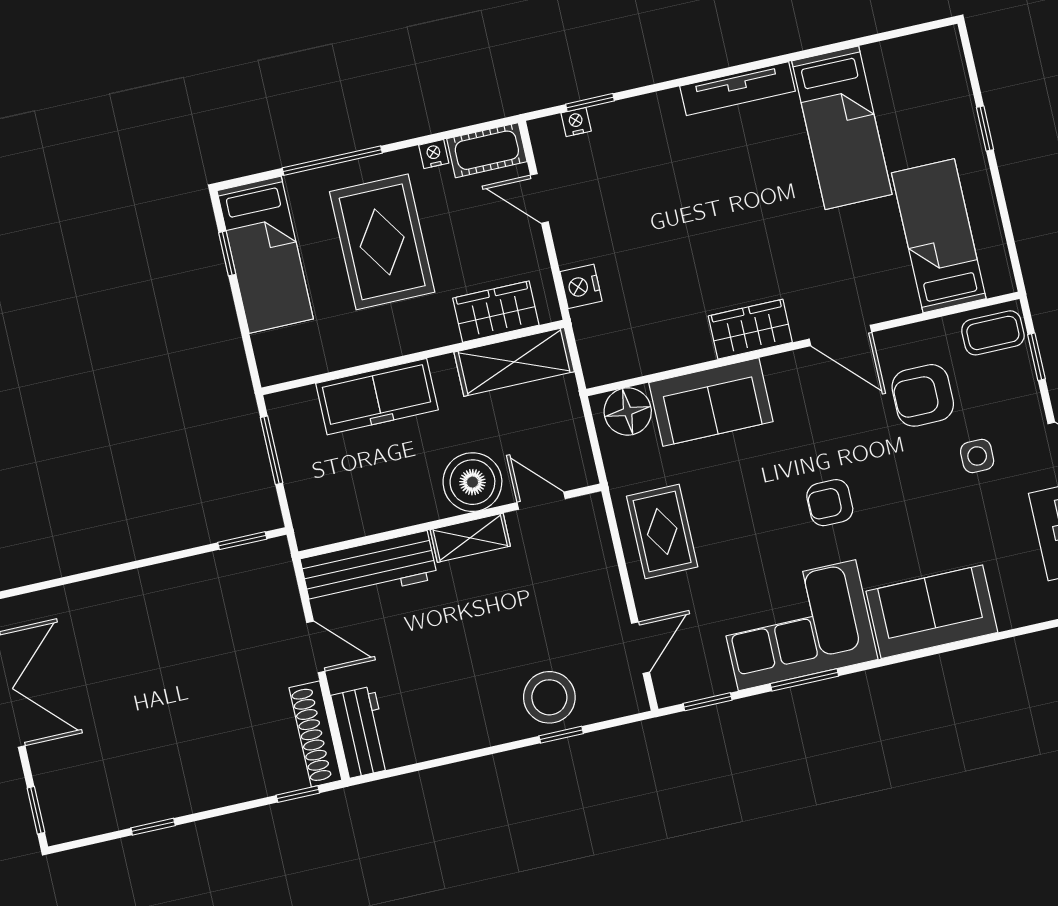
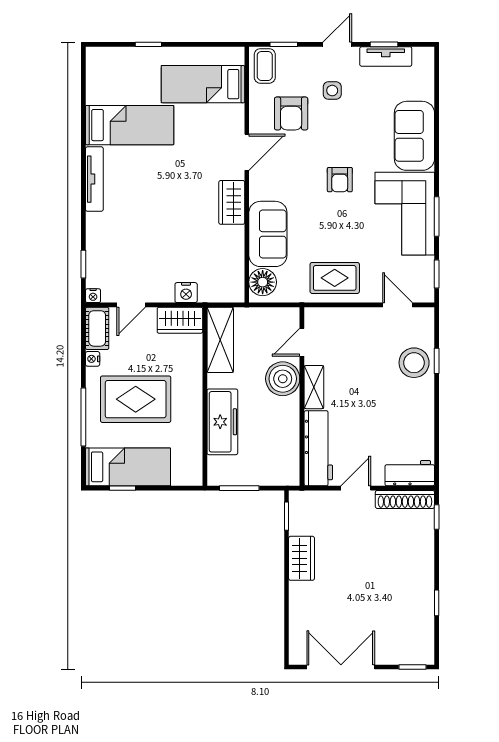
nightstand: (576, 122) -> (93, 296), moved, turned -90
wardrobe: (496, 312) -> (180, 320), moved, turned -90
wardrobe: (177, 582) -> (302, 558), added

